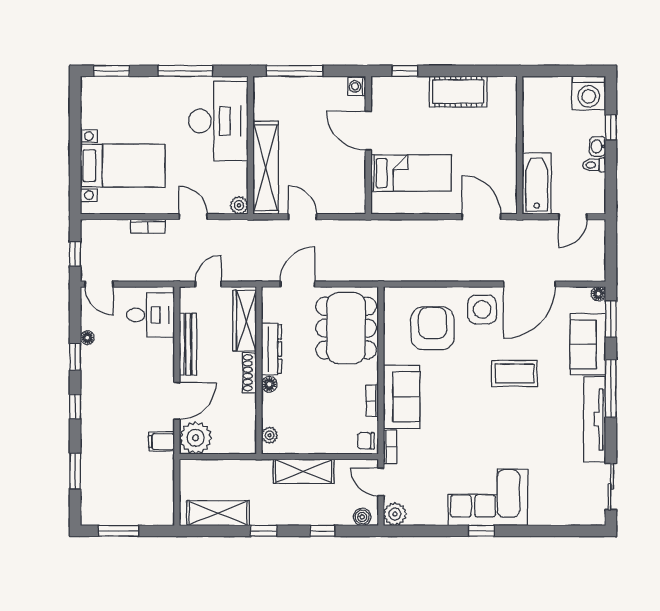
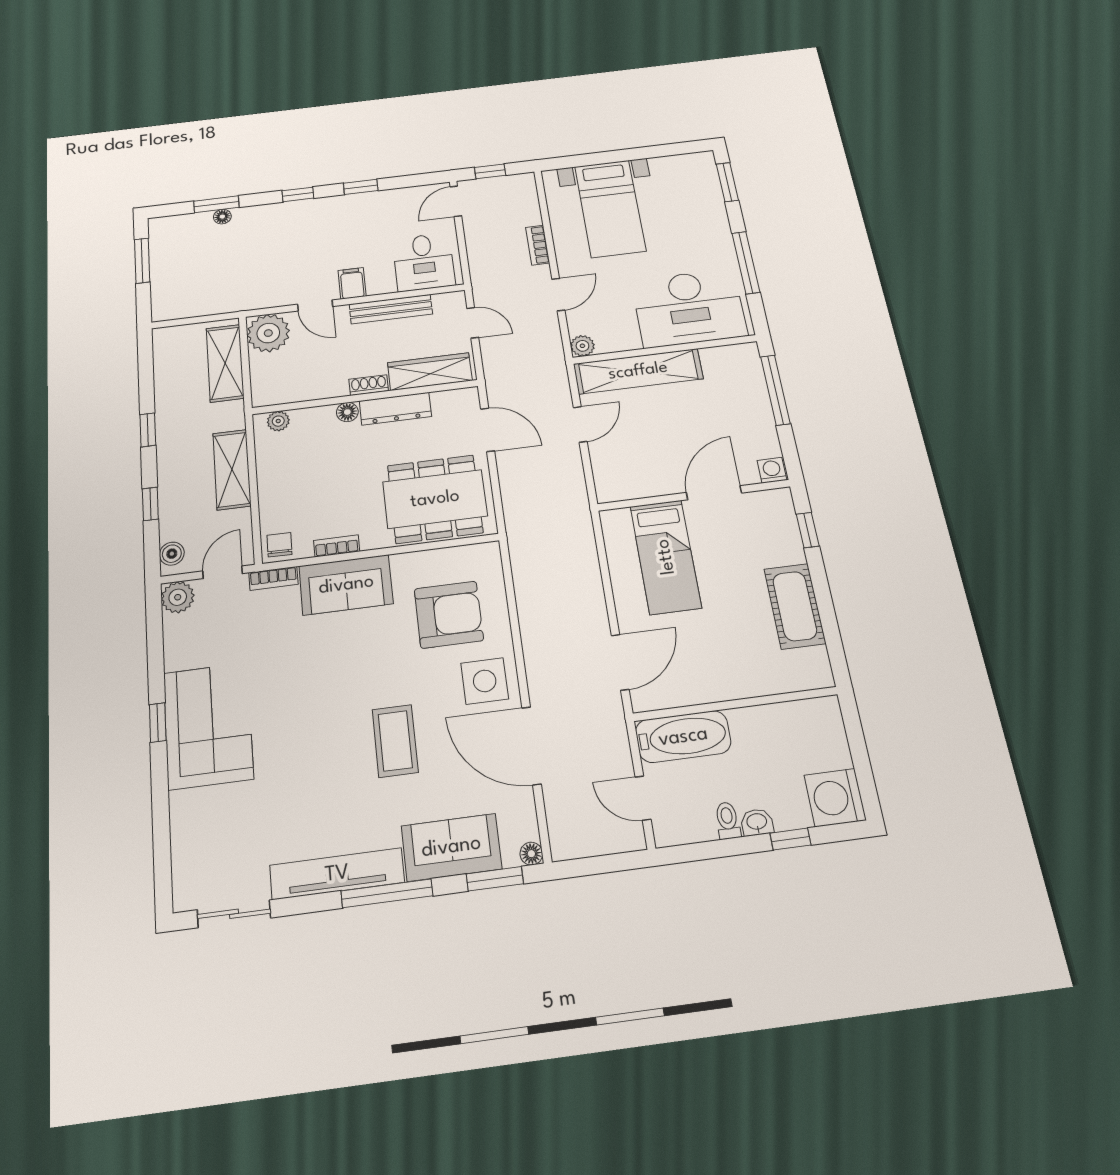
floor lamp: (87, 338) -> (222, 217), moved
shoe rack: (249, 373) -> (369, 385), width x0.70
door: (177, 401) -> (315, 305), width x0.73
filing cabinet: (161, 442) -> (352, 283), moved
shelving: (218, 513) -> (225, 363), moved

